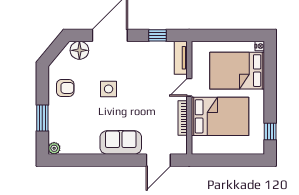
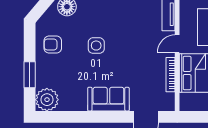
armchair: (65, 88) -> (53, 45), turned 180
plant: (54, 148) -> (47, 100), width x1.88, depth x1.88

